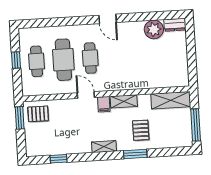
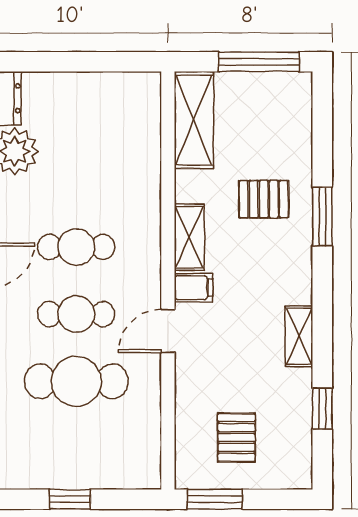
cafe table: (37, 61) -> (76, 247), moved
pallet: (38, 114) -> (236, 438), moved
shelving: (104, 147) -> (299, 336), moved

